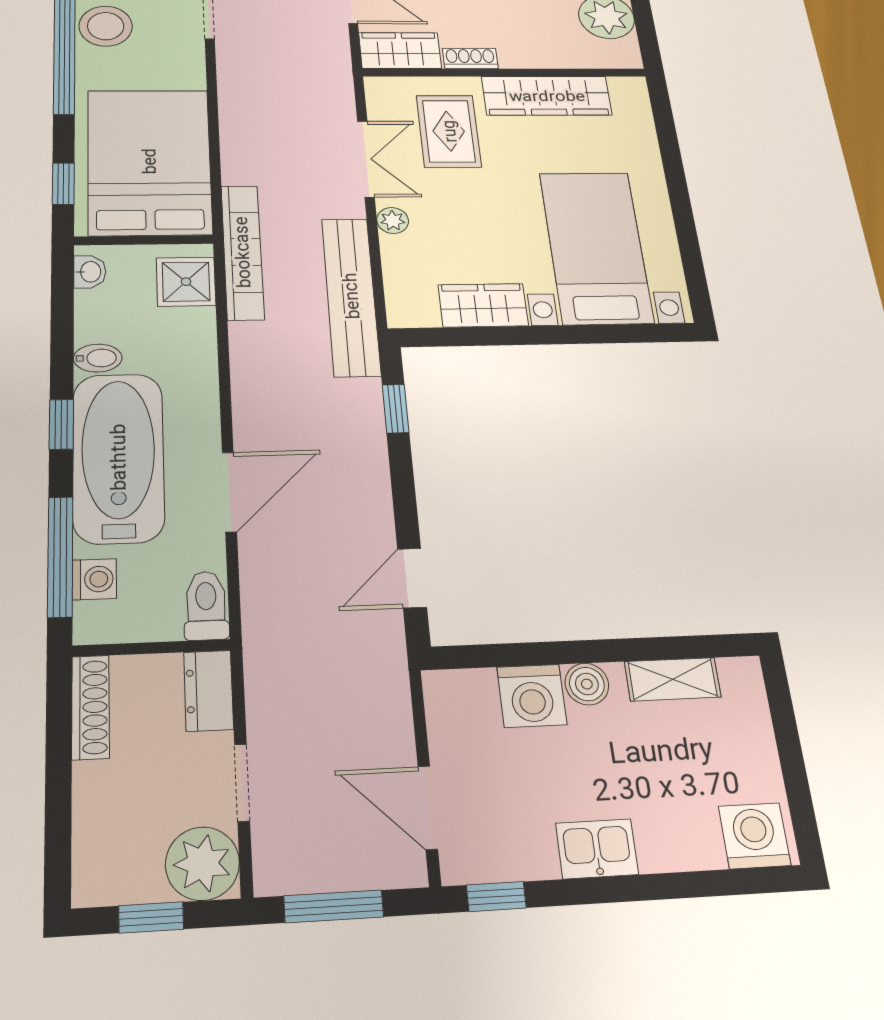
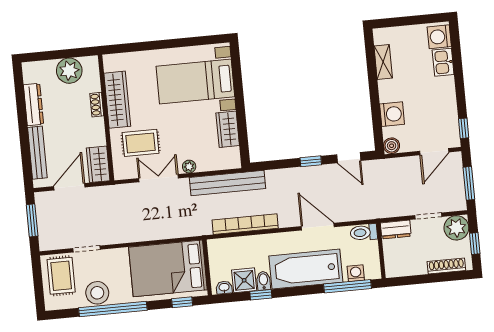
shoe rack: (470, 58) -> (97, 105), moved
bookcase: (242, 252) -> (245, 224), moved
shower: (186, 282) -> (244, 280), moved
window: (396, 409) -> (311, 161), moved
window: (61, 424) -> (261, 295), moved
boiler: (587, 684) -> (392, 146), moved
shoe rack: (90, 707) -> (446, 266), moved
kitchen sink: (597, 849) -> (443, 62), moved

